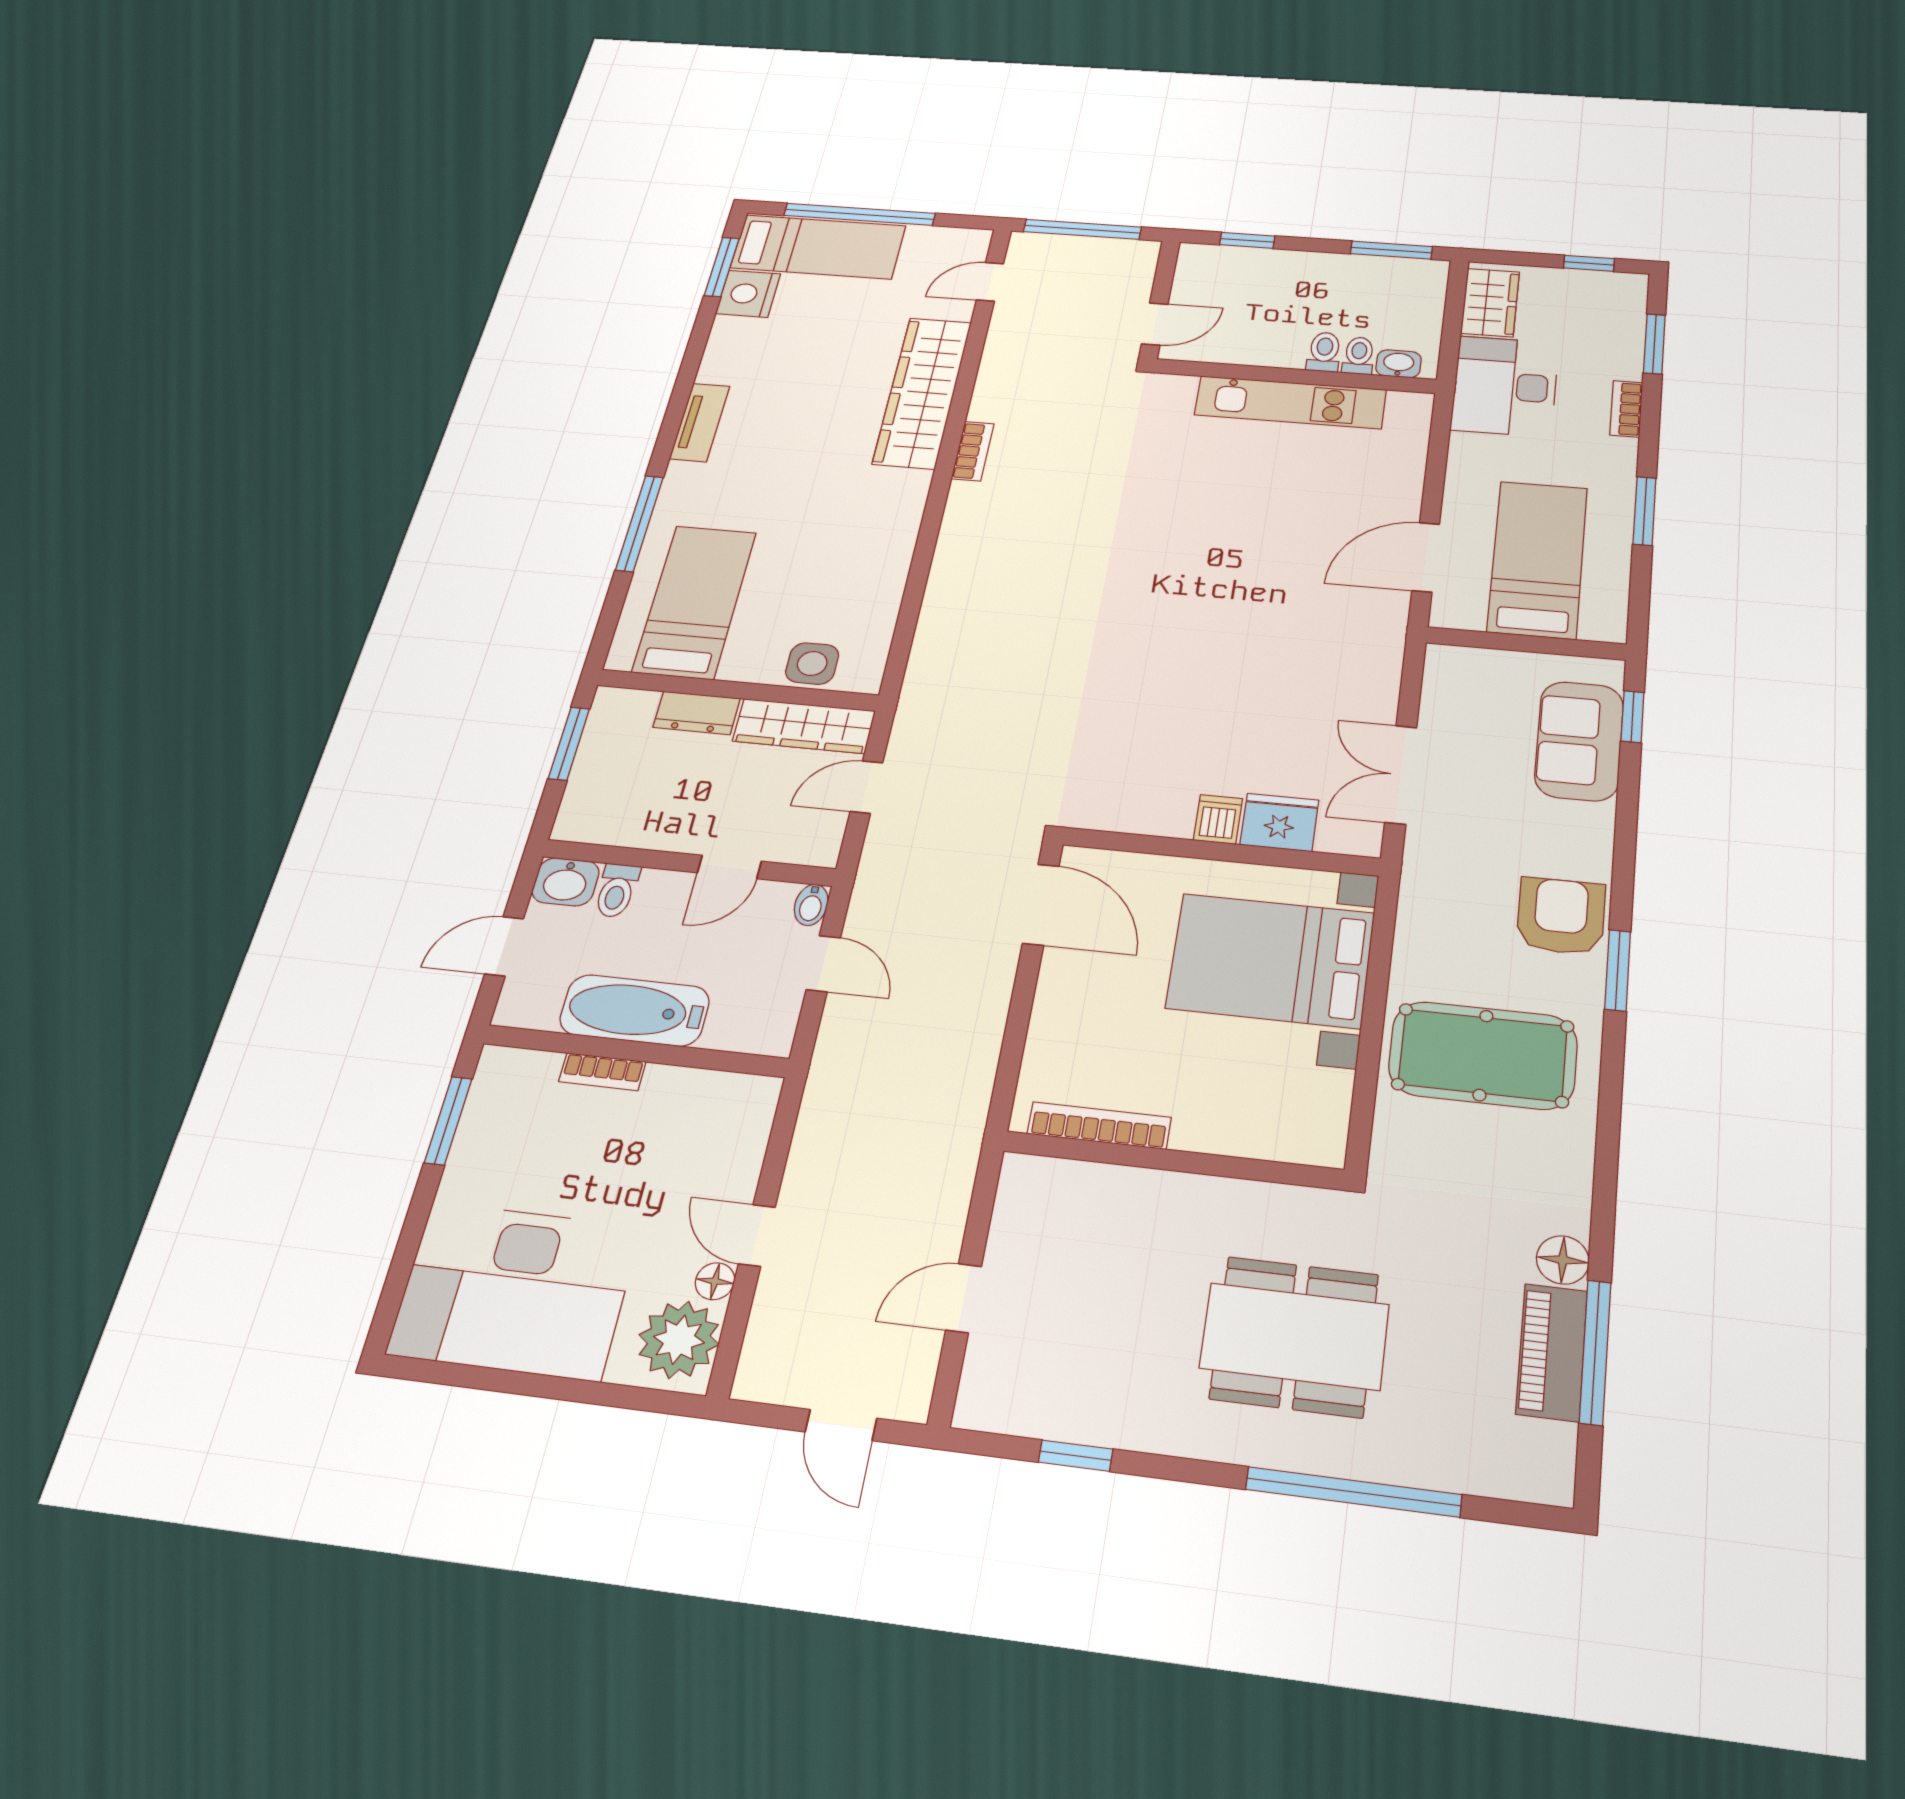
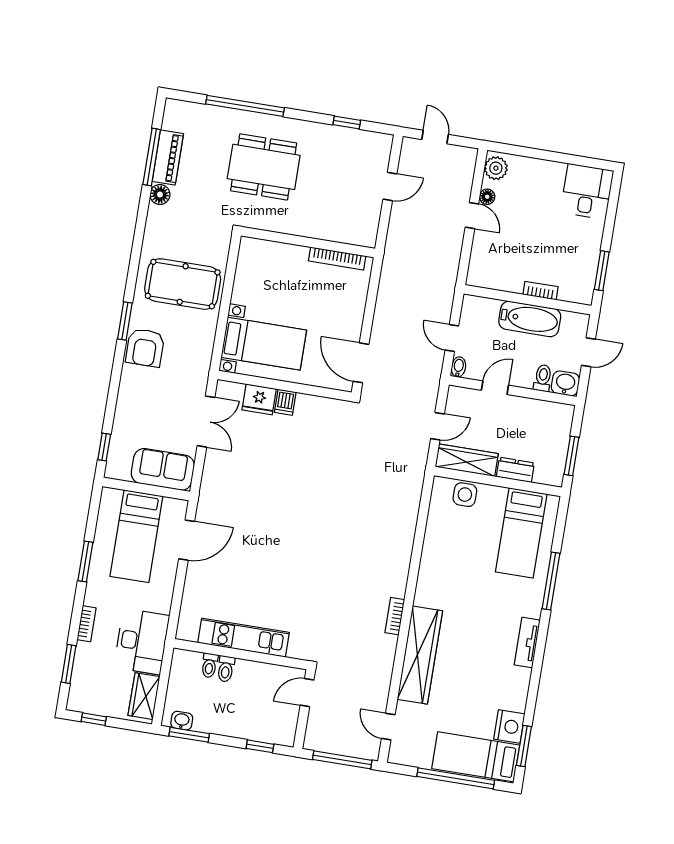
door: (990, 282) -> (388, 727), swing flipped
washbasin: (1399, 364) -> (182, 721), moved, turned 180
sofa: (1579, 741) -> (163, 469), moved, turned -90
bed with nightstands: (1271, 960) -> (264, 344), width x0.73
desk: (515, 1290) -> (587, 192), width x0.53, depth x0.77
plant: (679, 1340) -> (496, 168), width x0.73, depth x0.73

